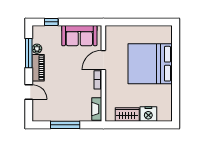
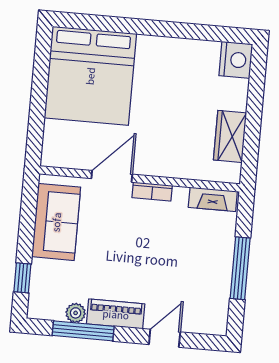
door: (103, 60) -> (112, 176), swing flipped
bed: (150, 64) -> (90, 76), moved
nightstand: (148, 114) -> (236, 60), moved

